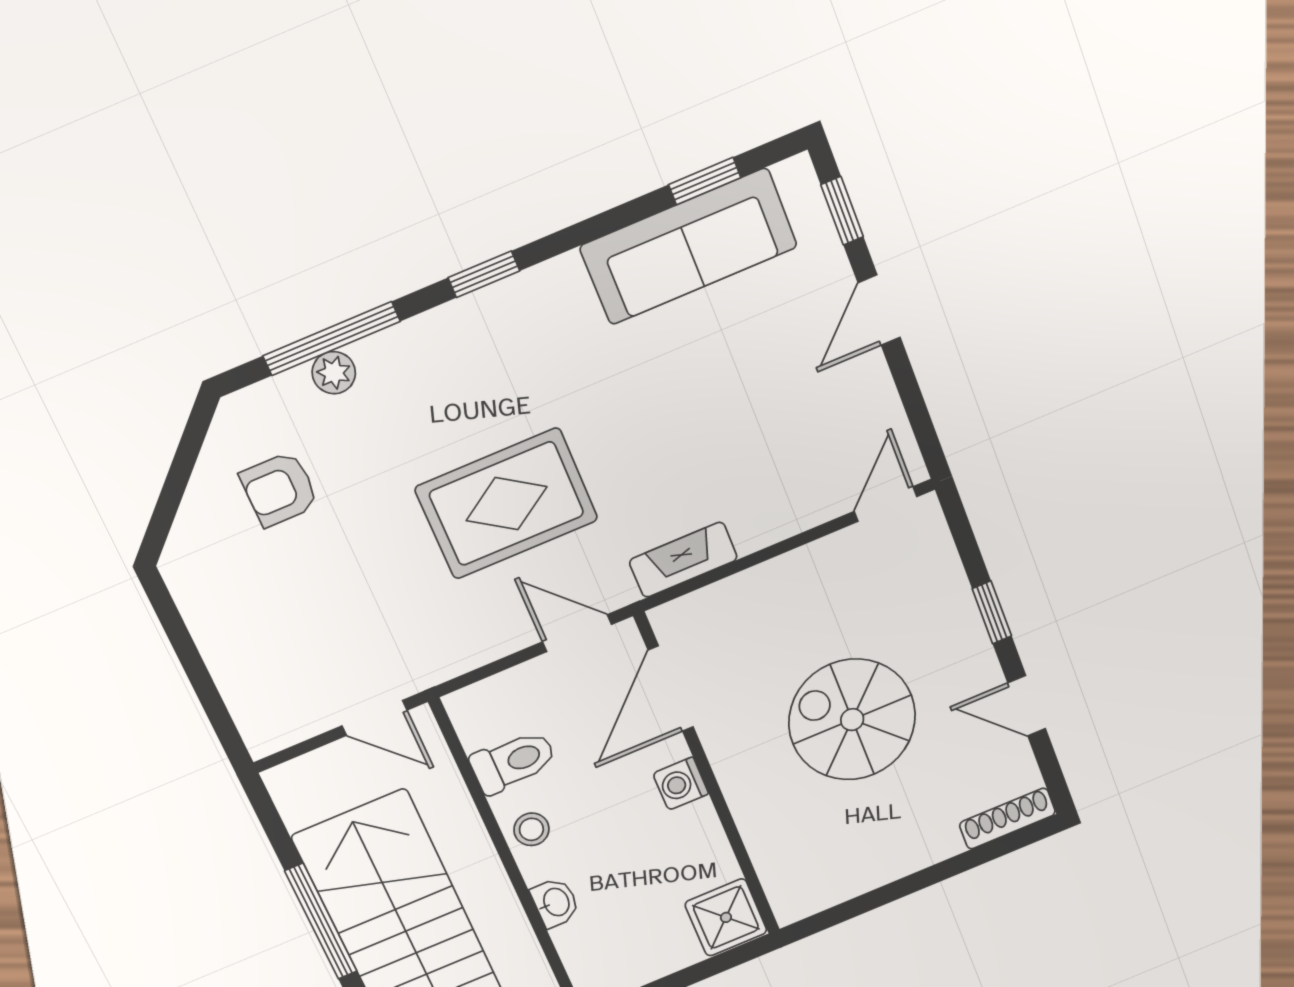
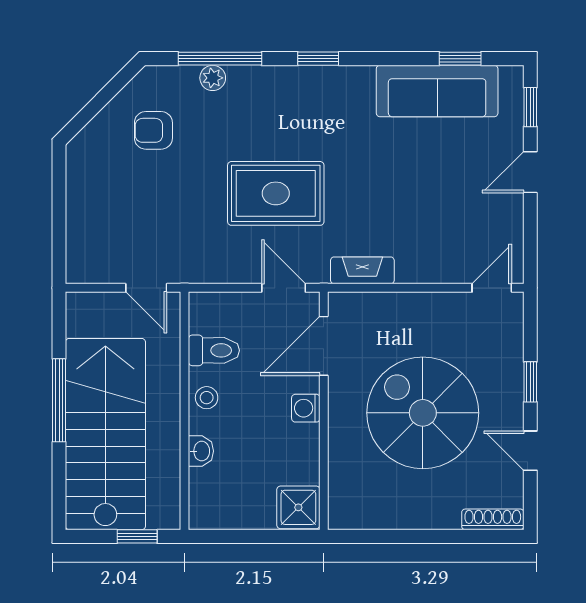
spiral stairs: (852, 720) -> (423, 413), width x1.37, depth x1.37

